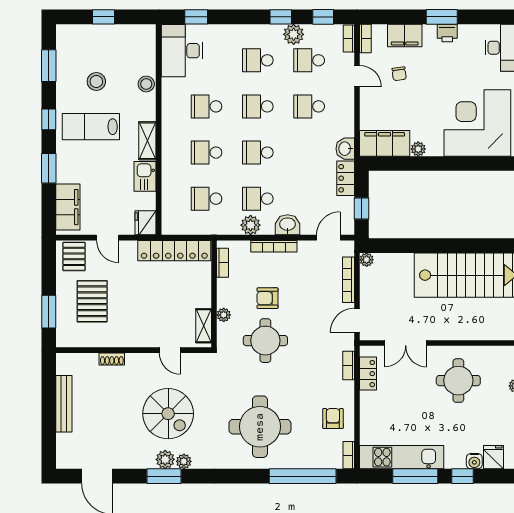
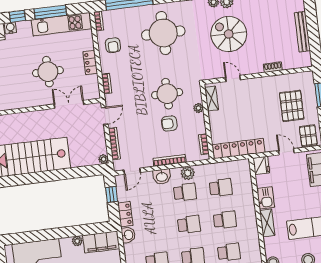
armchair: (267, 298) -> (169, 123), turned 180
locker: (368, 374) -> (90, 62), moved
round table: (458, 381) -> (48, 72), moved

